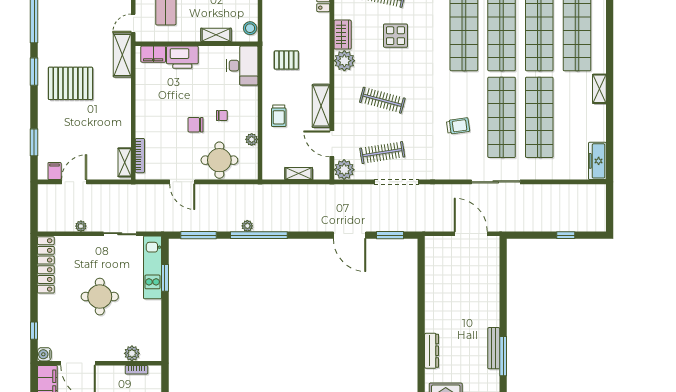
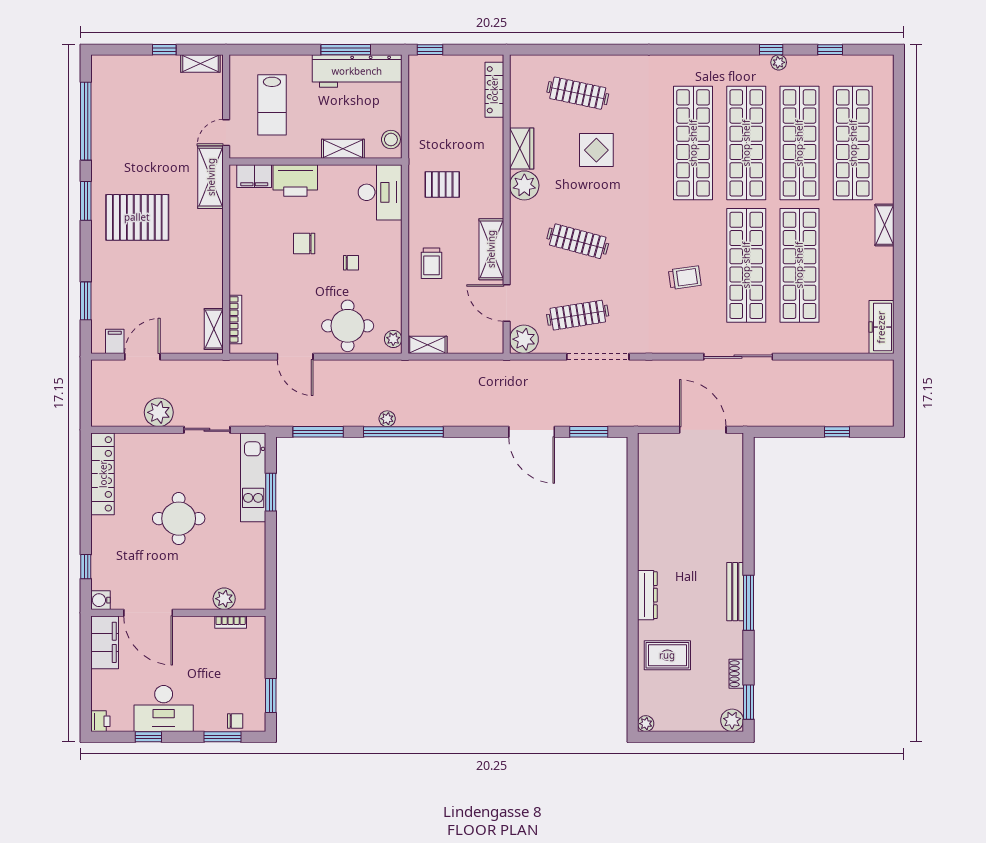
chair: (196, 125) -> (304, 243), moved
plant: (252, 139) -> (393, 339), moved
shelving: (299, 174) -> (427, 345), moved
plant: (81, 226) -> (159, 412), width x1.88, depth x1.88

